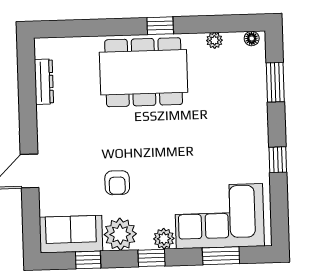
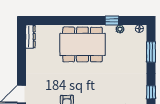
window: (160, 26) -> (112, 20), moved
dresser: (44, 82) -> (30, 37), moved

